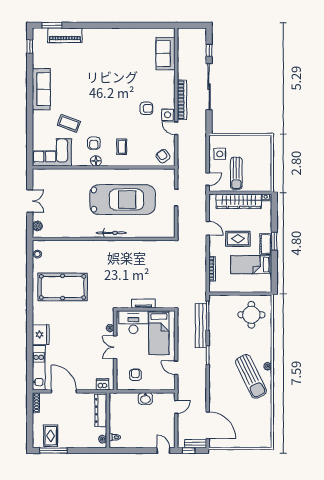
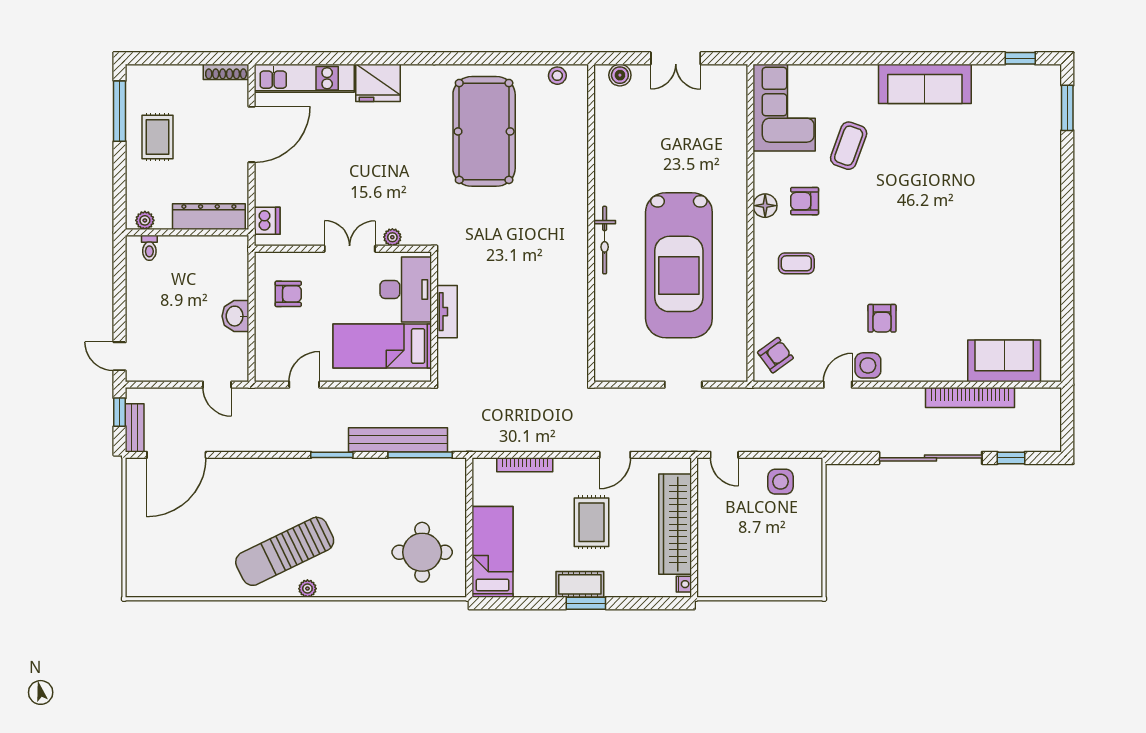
piano: (65, 35) -> (1045, 137), removed
bookcase: (182, 100) -> (970, 397), moved
sun lounger: (236, 173) -> (737, 519), removed
bed: (251, 265) -> (493, 552), moved
rug: (51, 436) -> (158, 137), moved, turned 90
door: (163, 451) -> (120, 356), swing flipped

